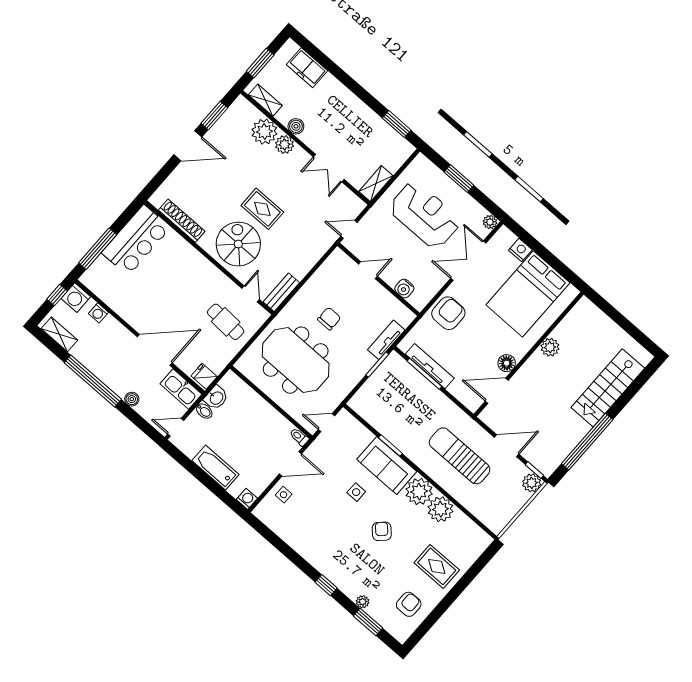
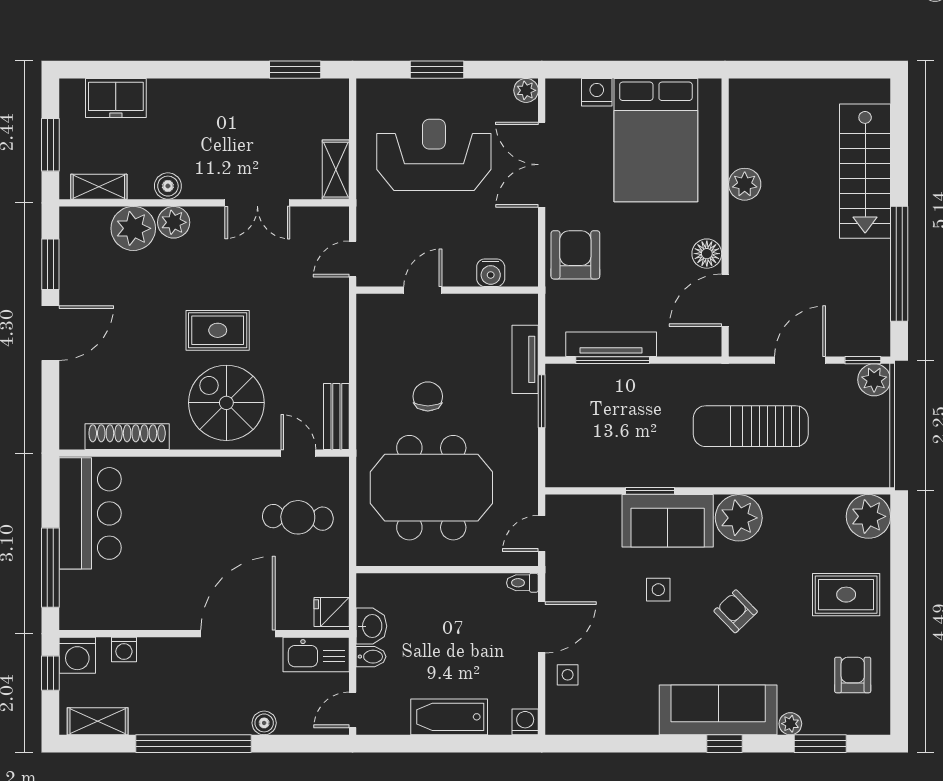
plant: (441, 509) -> (868, 516), moved
sofa: (336, 568) -> (718, 710), added

